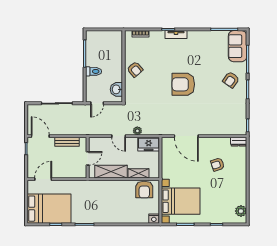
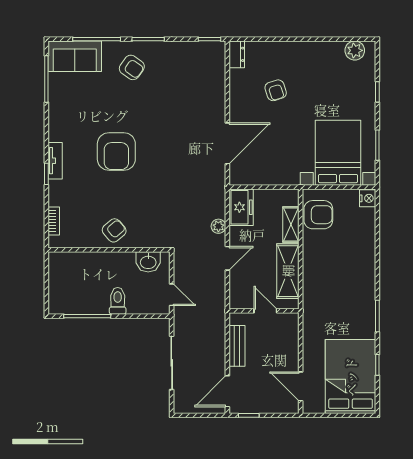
armchair: (183, 84) -> (116, 152), moved

